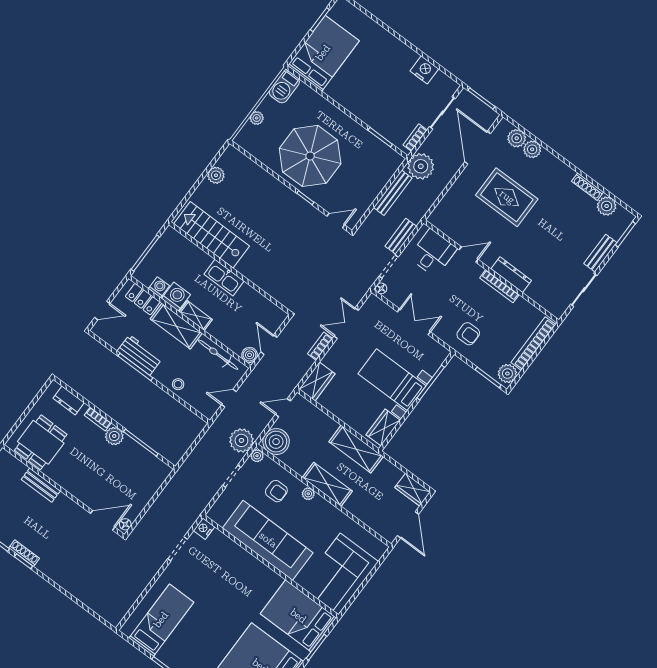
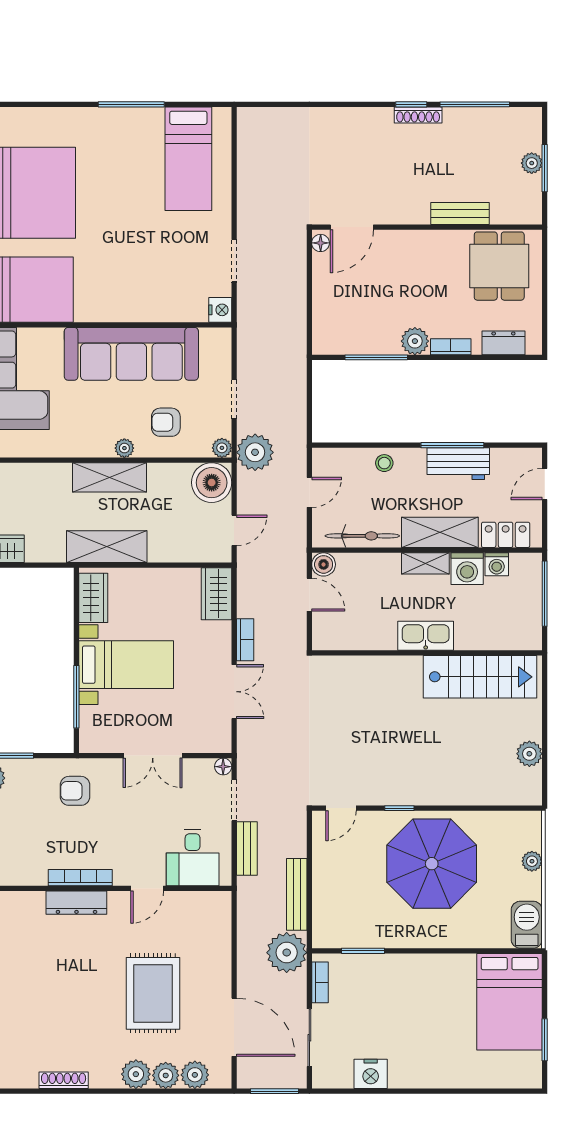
rug: (507, 197) -> (153, 993), turned 90
plant: (607, 206) -> (136, 1074), moved

